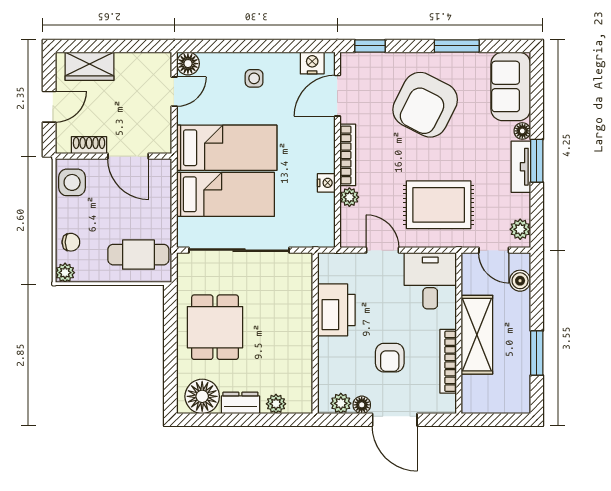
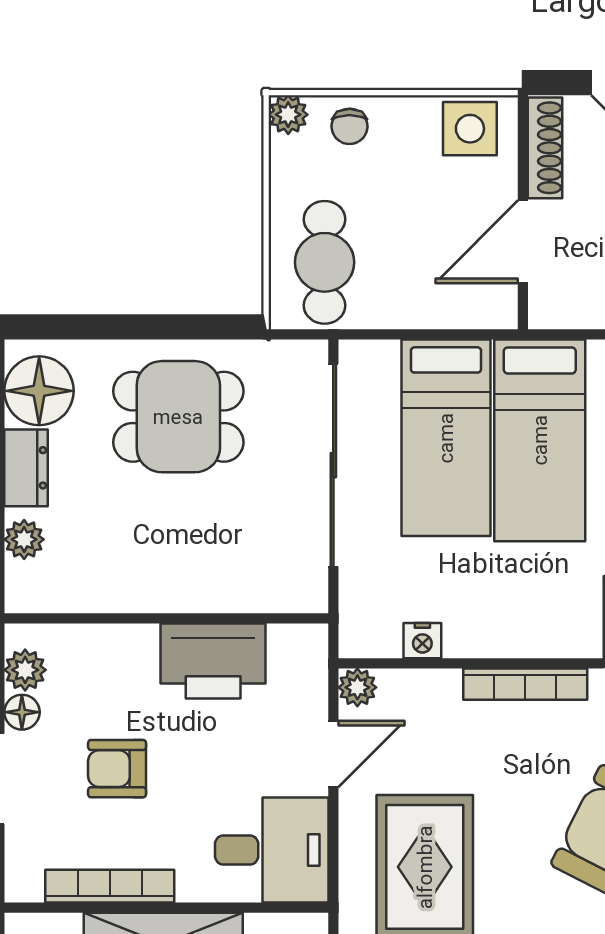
shoe rack: (89, 145) -> (545, 148), width x1.43
nightstand: (326, 183) -> (422, 641), moved
plant: (349, 197) -> (357, 687), moved

